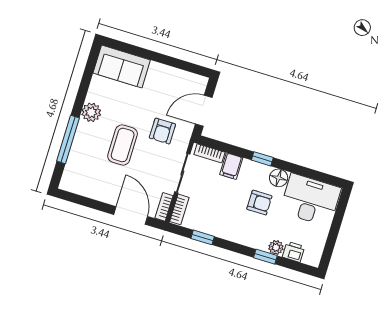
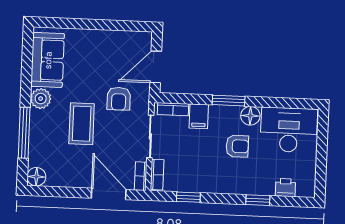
sofa: (122, 67) -> (48, 60), moved, turned -90
window: (262, 159) -> (229, 101), width x1.50
floor lamp: (69, 183) -> (36, 177), added
plant: (276, 247) -> (266, 188), removed

